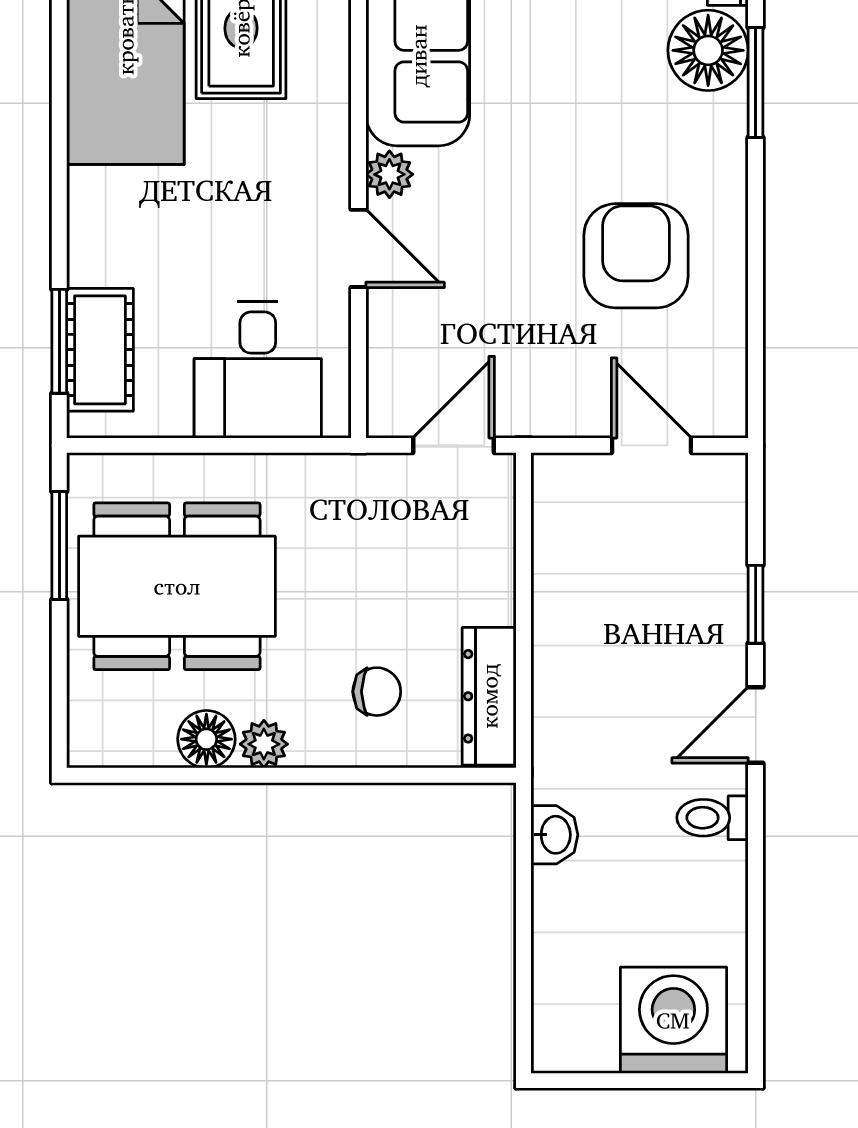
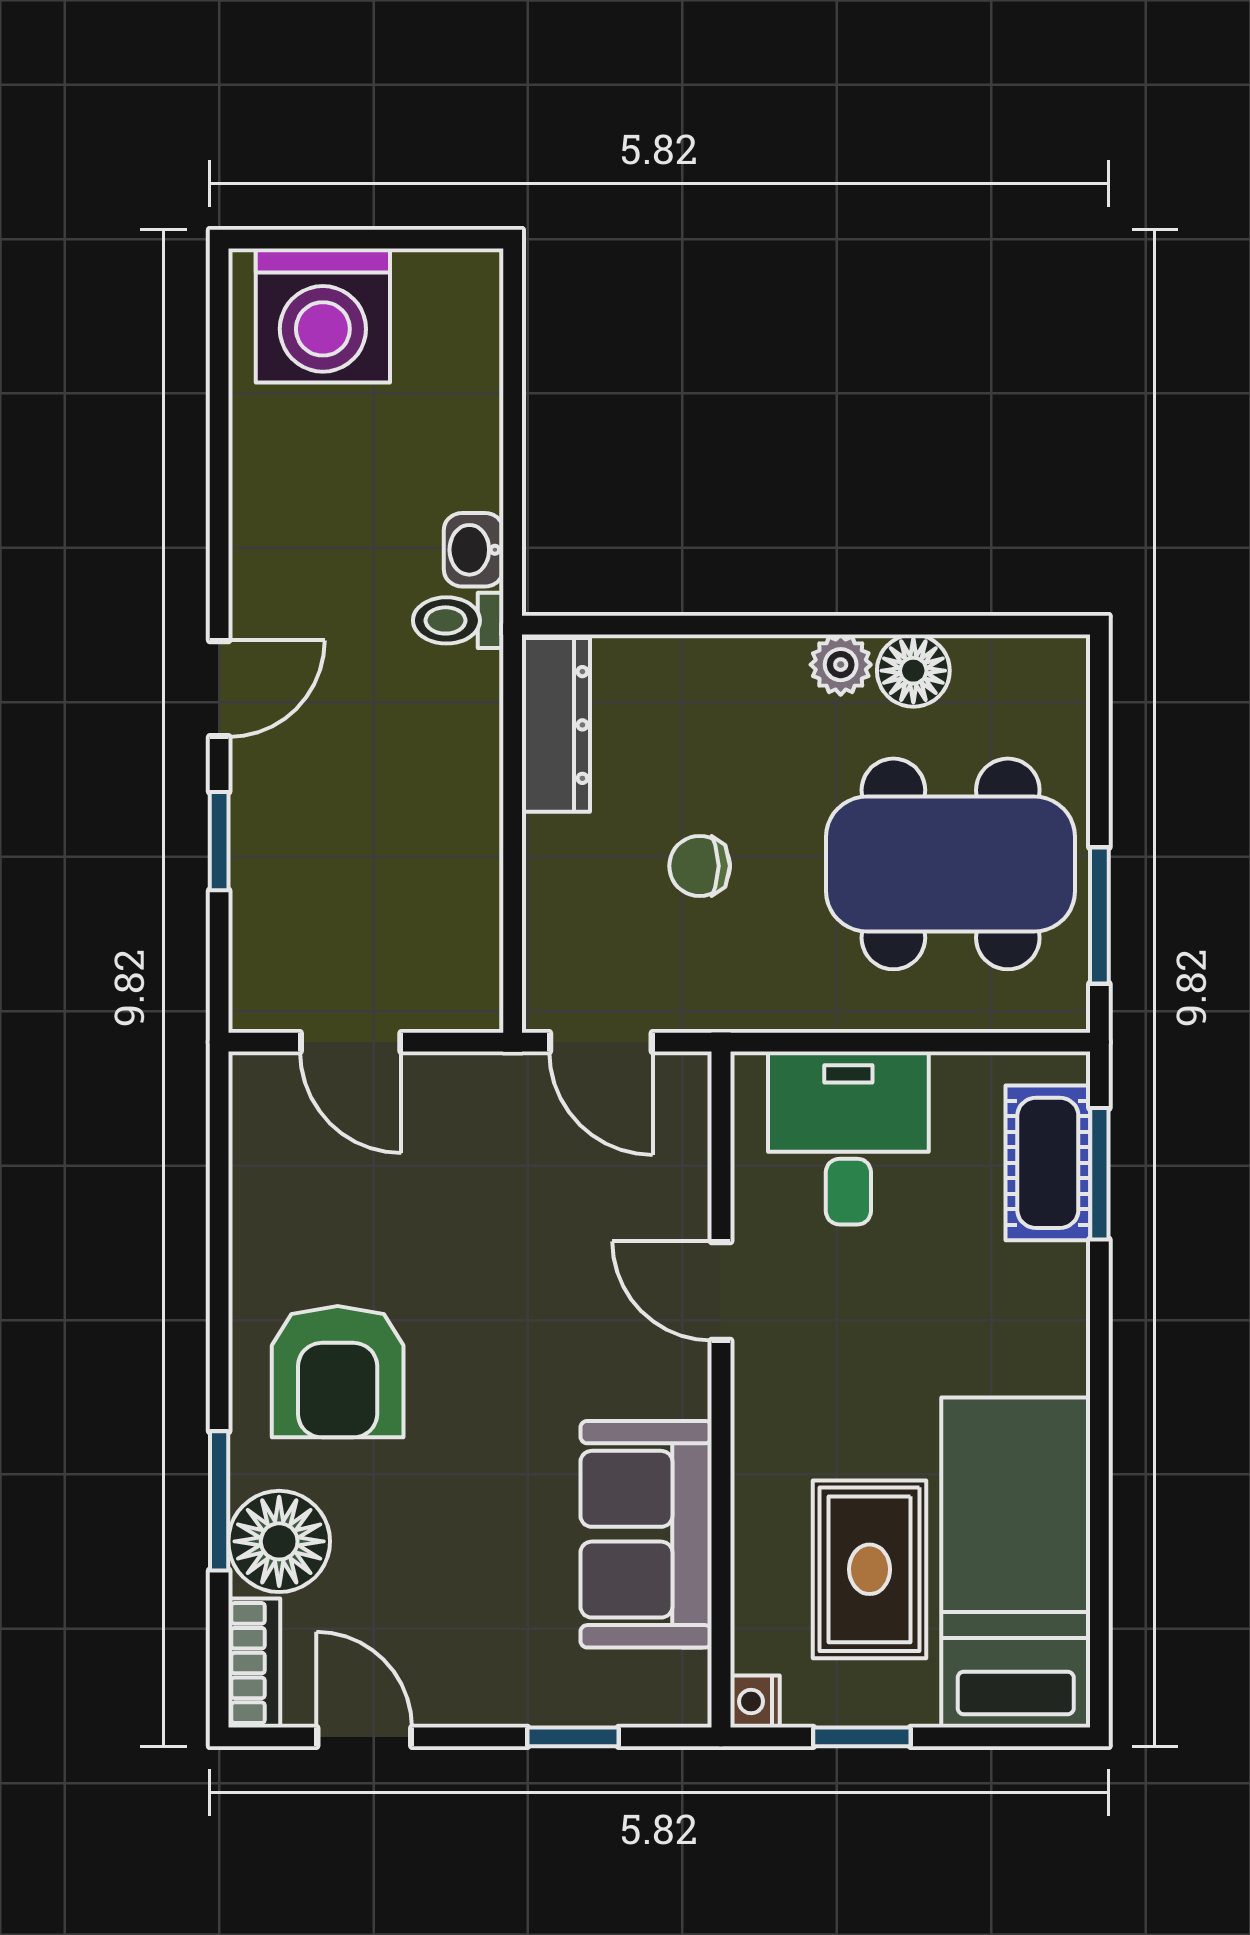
plant: (389, 174) -> (682, 1385), removed
armchair: (636, 256) -> (338, 1372), moved
door: (454, 445) -> (601, 1042), hinge flipped
chair: (377, 692) -> (700, 866), moved
toilet: (713, 818) -> (458, 620), moved, turned 180

